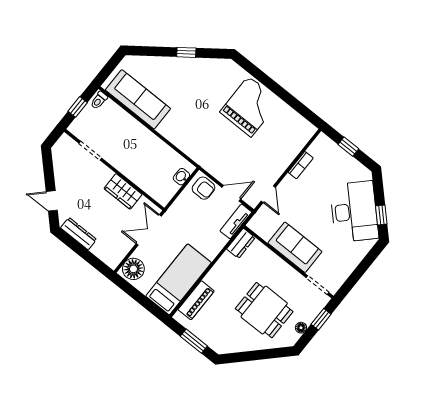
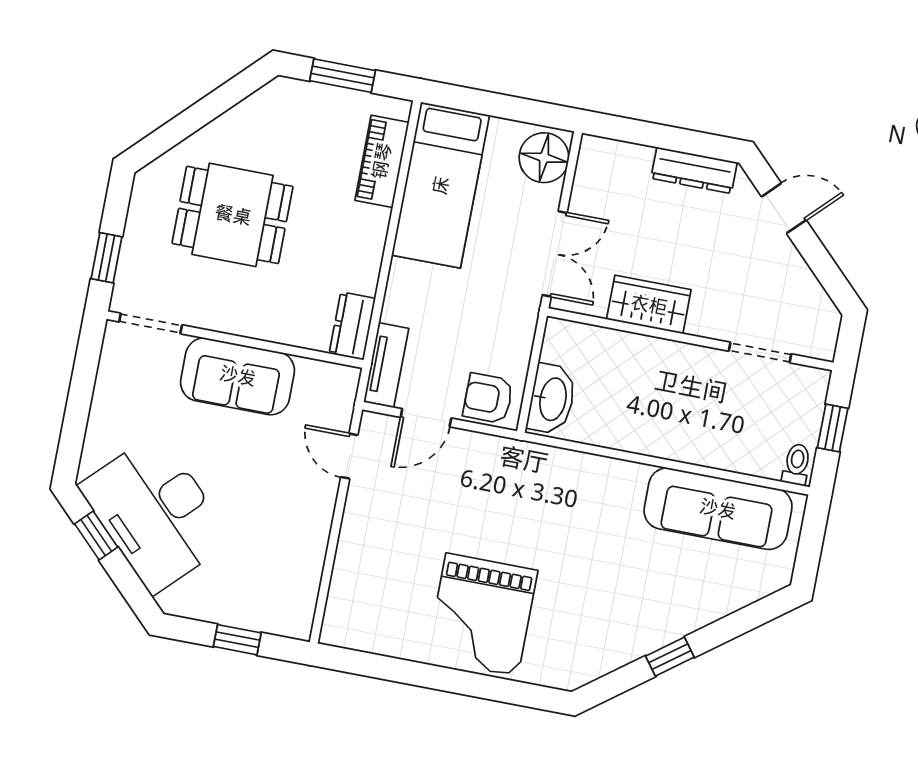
bookcase: (301, 165) -> (315, 550), removed
washbasin: (181, 177) -> (552, 399), width x1.91, depth x1.45
floor lamp: (301, 328) -> (138, 219), removed

